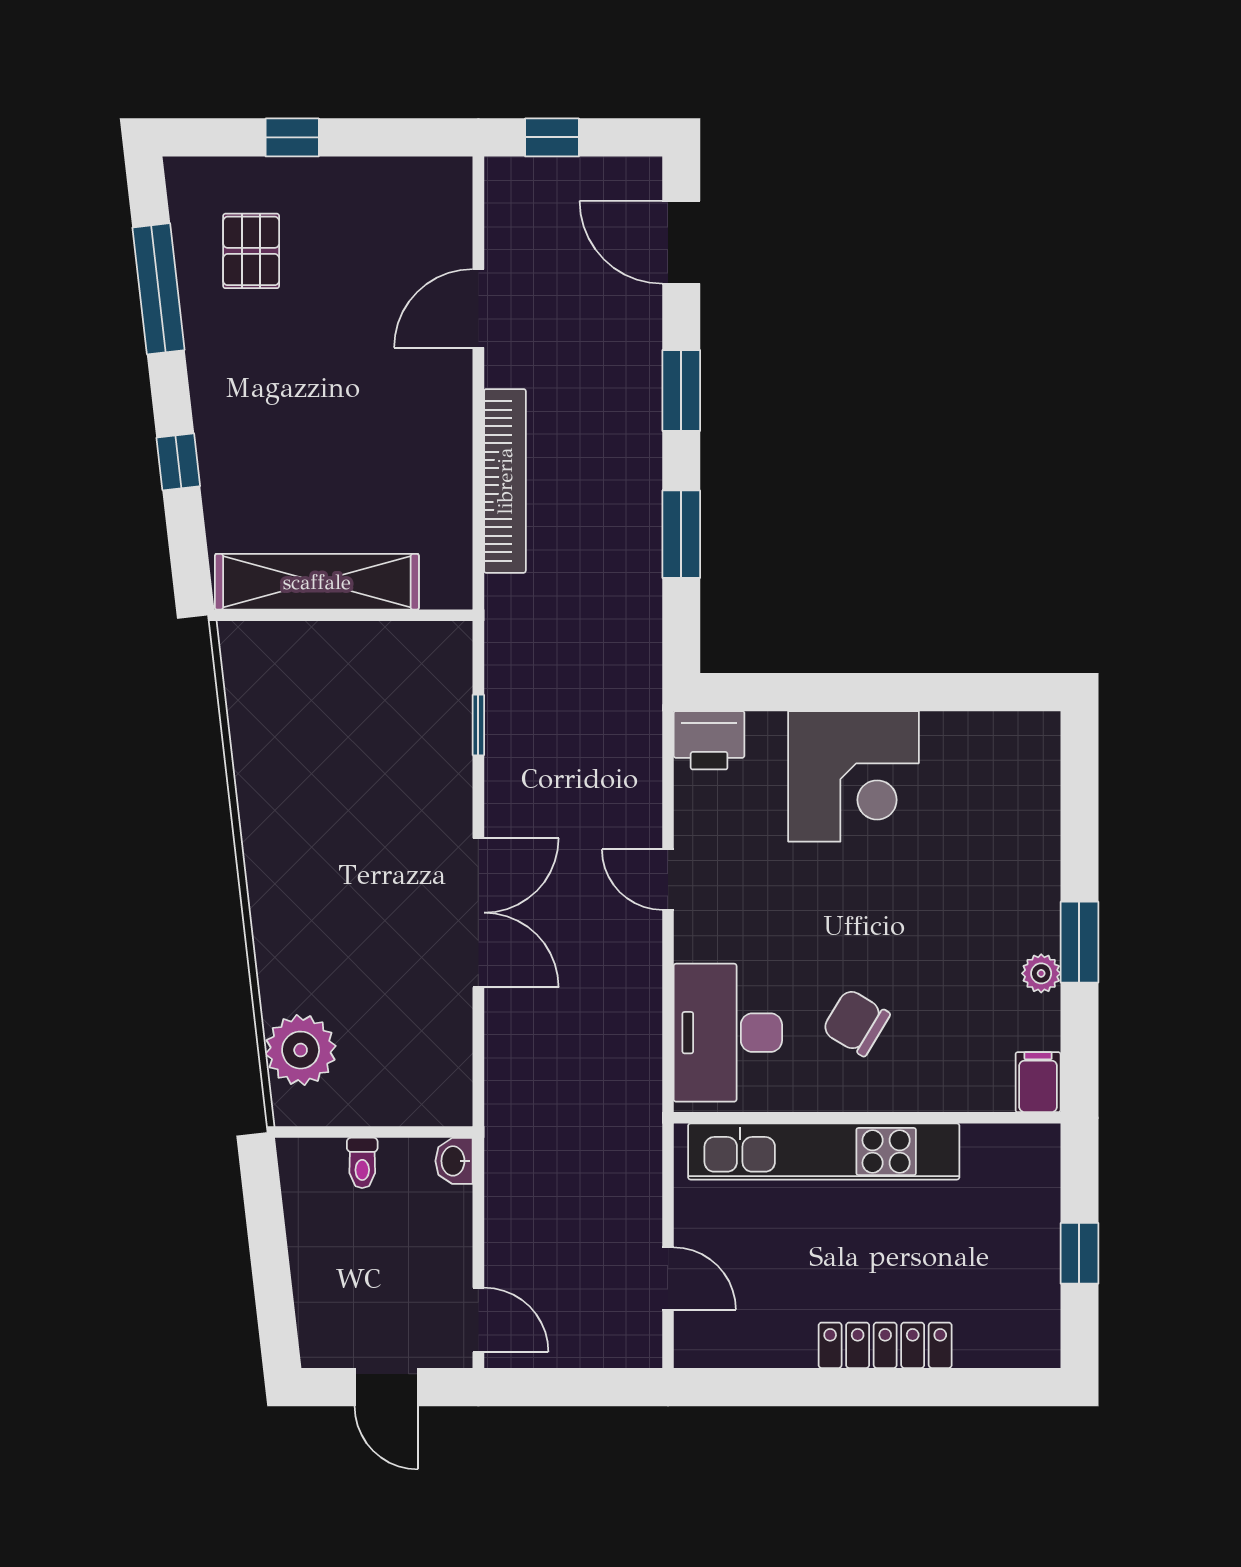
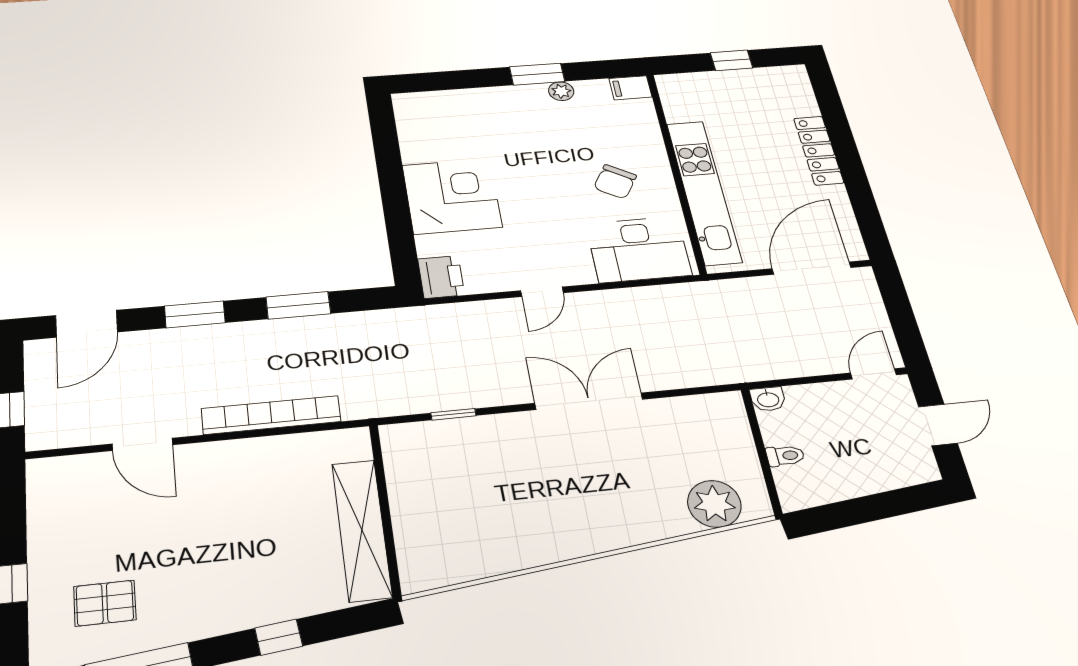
door: (668, 1278) -> (812, 268), width x1.87

